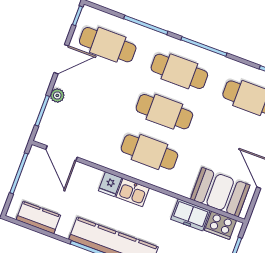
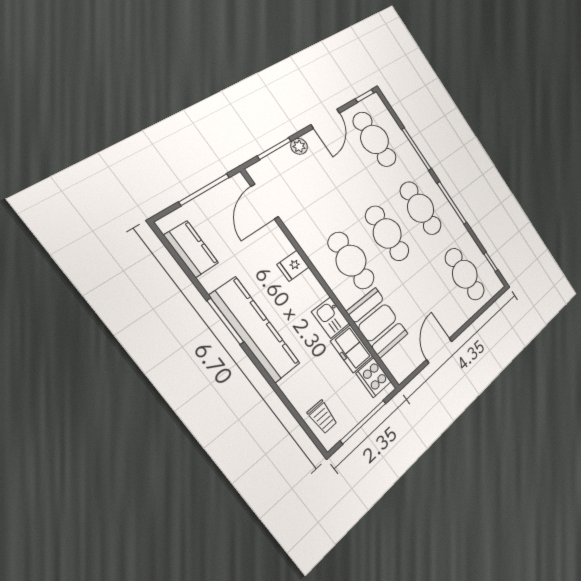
door: (61, 59) -> (325, 119), hinge flipped
kitchen sink: (133, 192) -> (331, 318), moved
booth: (220, 192) -> (377, 323), moved

